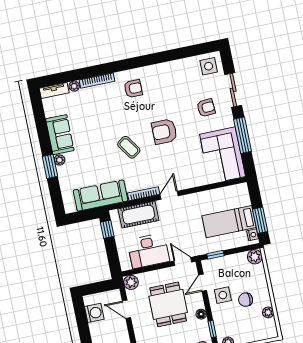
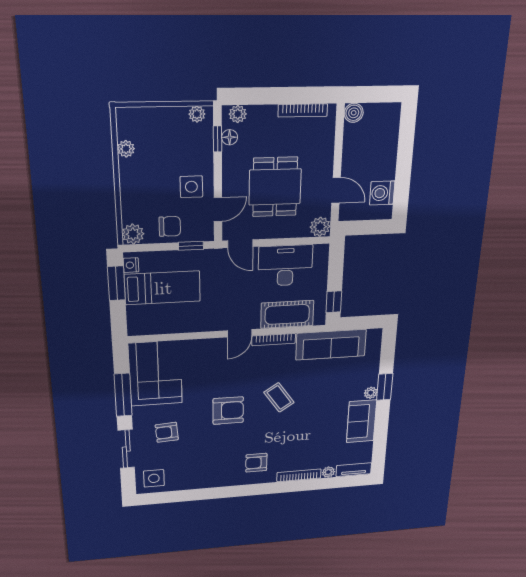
chair: (246, 300) -> (170, 226), moved
floor lamp: (201, 314) -> (230, 137), moved

